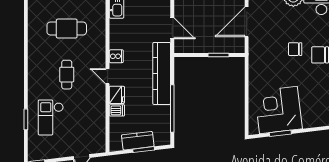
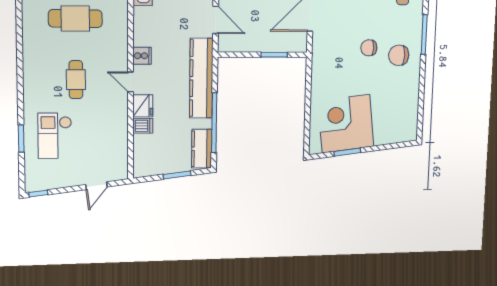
kitchen counter: (138, 141) -> (202, 149), moved, turned -83

